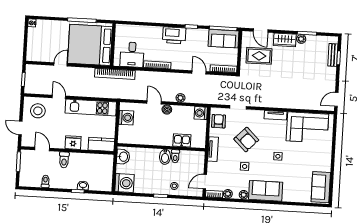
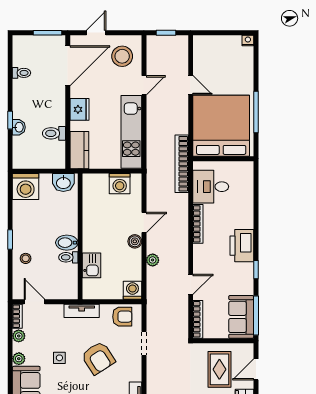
armchair: (246, 140) -> (98, 358), turned -77
door: (42, 149) -> (68, 66), width x1.88
toilet: (64, 160) -> (54, 133), moved

